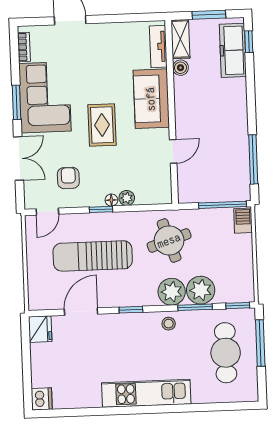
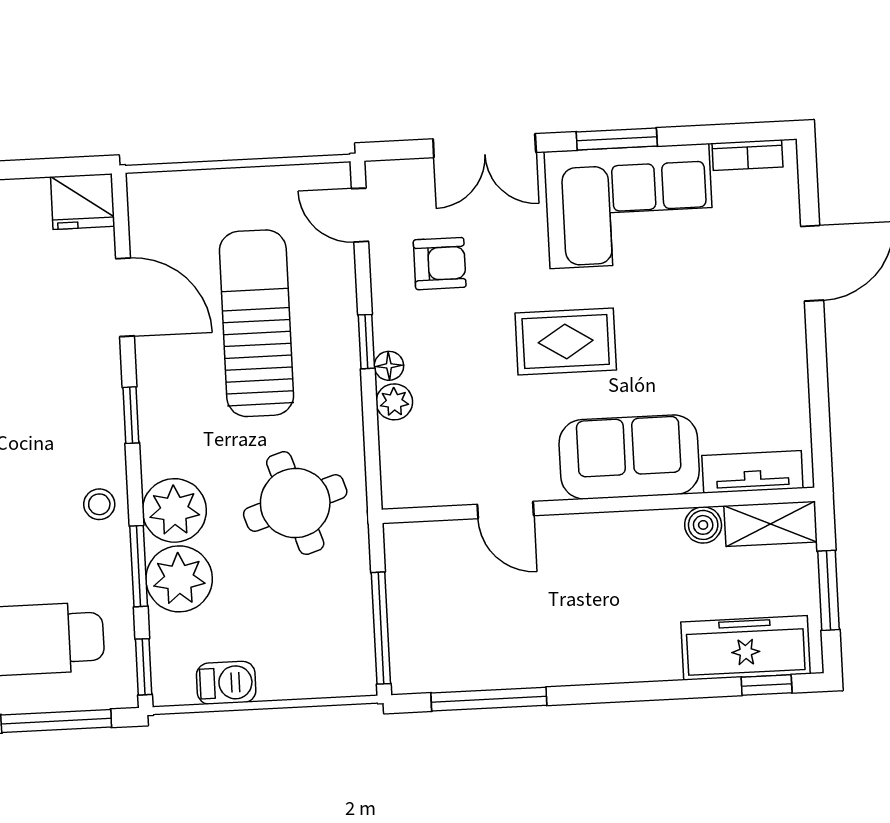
barbecue: (243, 221) -> (226, 683), moved

